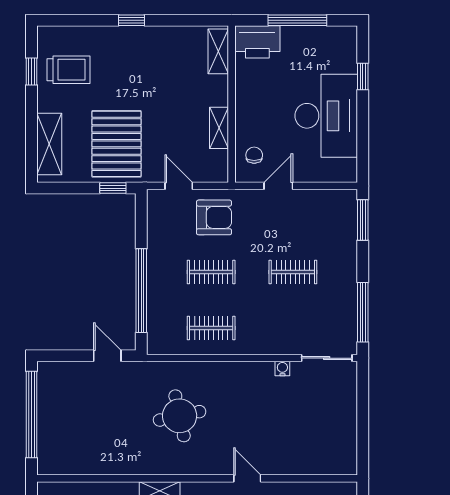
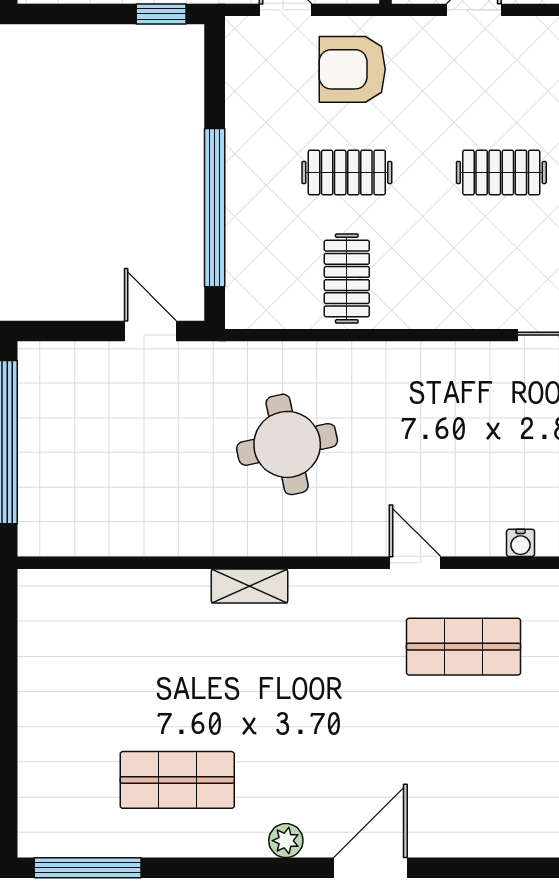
armchair: (214, 217) -> (352, 69), turned 180
clothes rail: (211, 328) -> (347, 279), turned 90
water cooler: (282, 369) -> (521, 543), moved, turned 180

